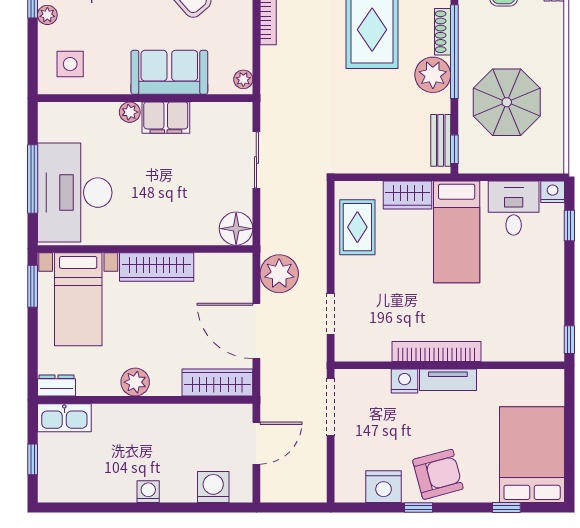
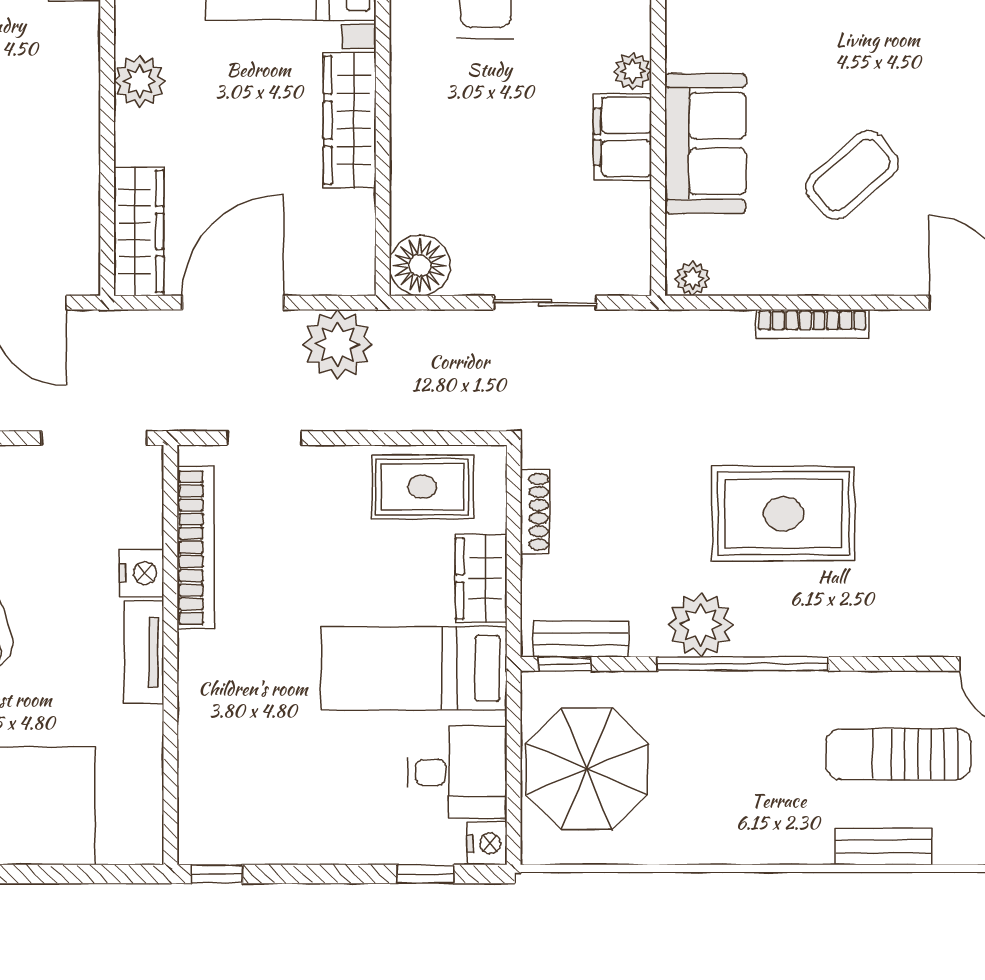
shoe rack: (443, 32) -> (535, 512), moved, turned 90
parasol: (507, 102) -> (587, 769), moved
bookcase: (436, 351) -> (195, 547), moved

